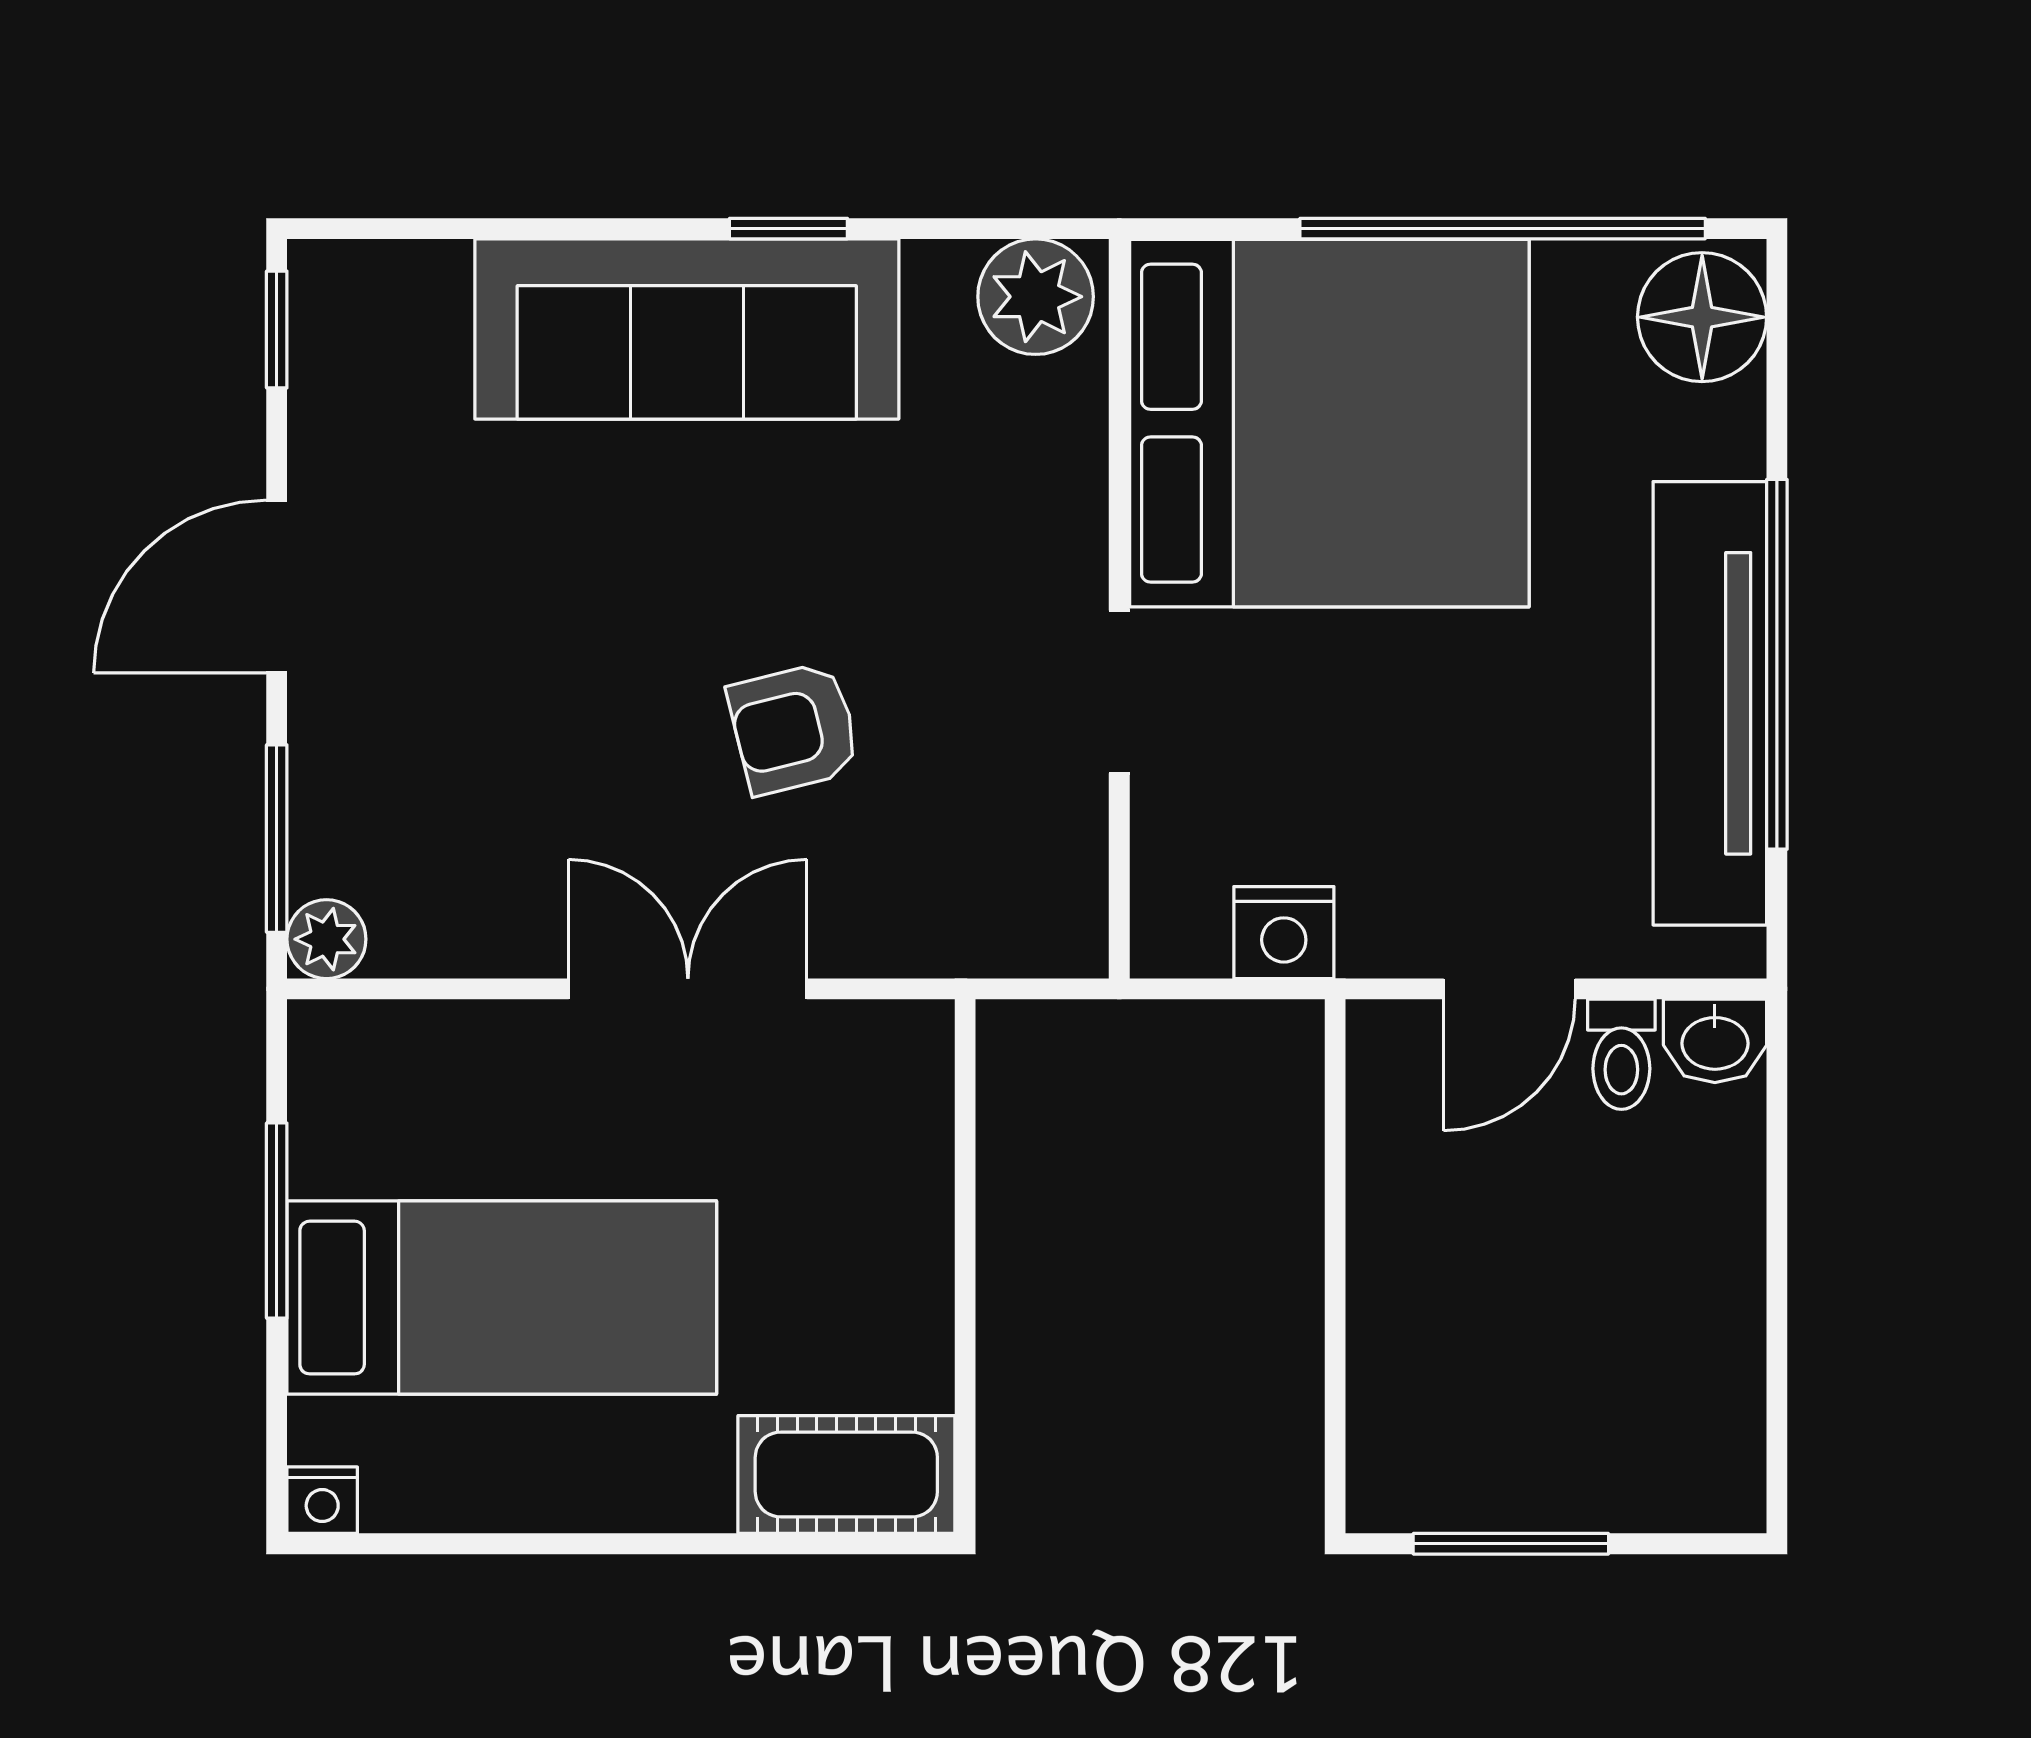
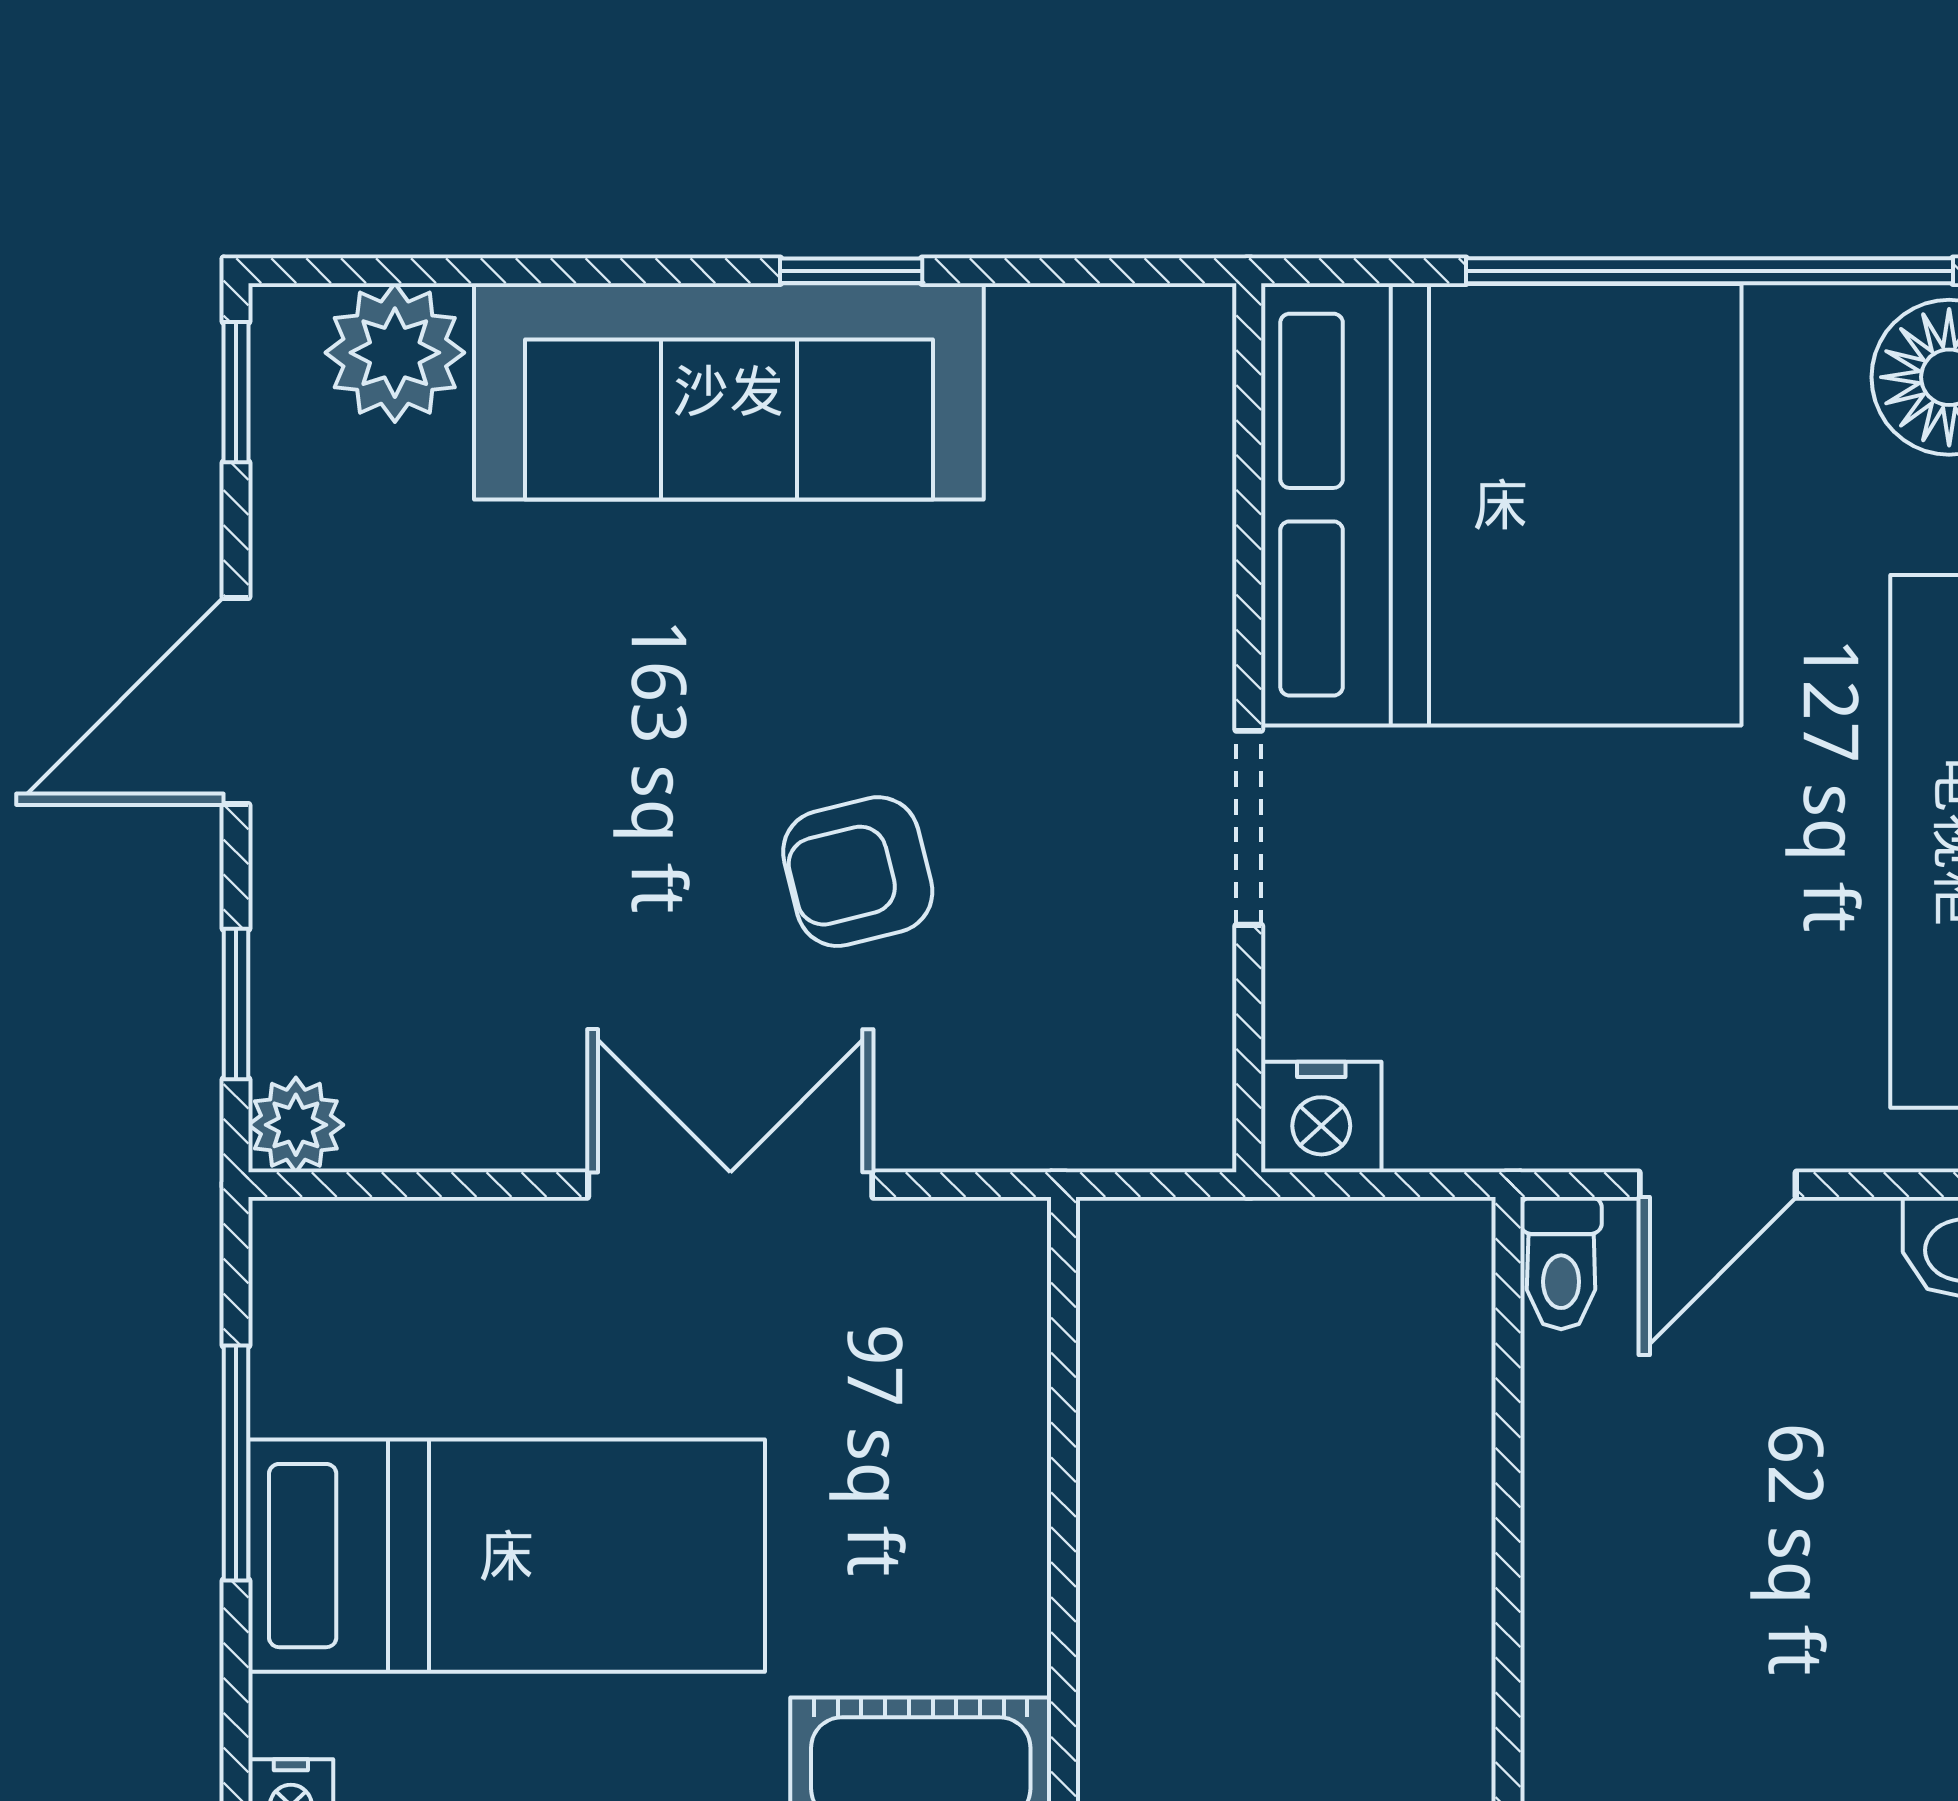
plant: (1036, 297) -> (395, 353), moved
window: (277, 839) -> (236, 1004), width x0.67
nightstand: (1284, 933) -> (1321, 1117), moved
toilet: (1621, 1054) -> (1561, 1263), moved

